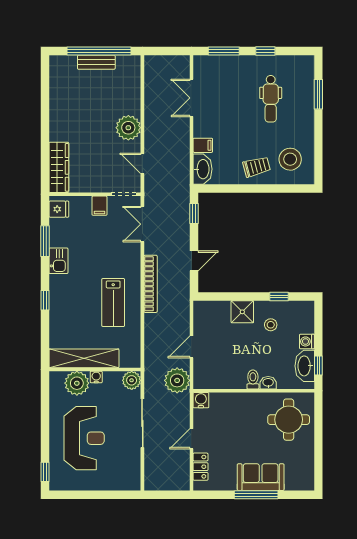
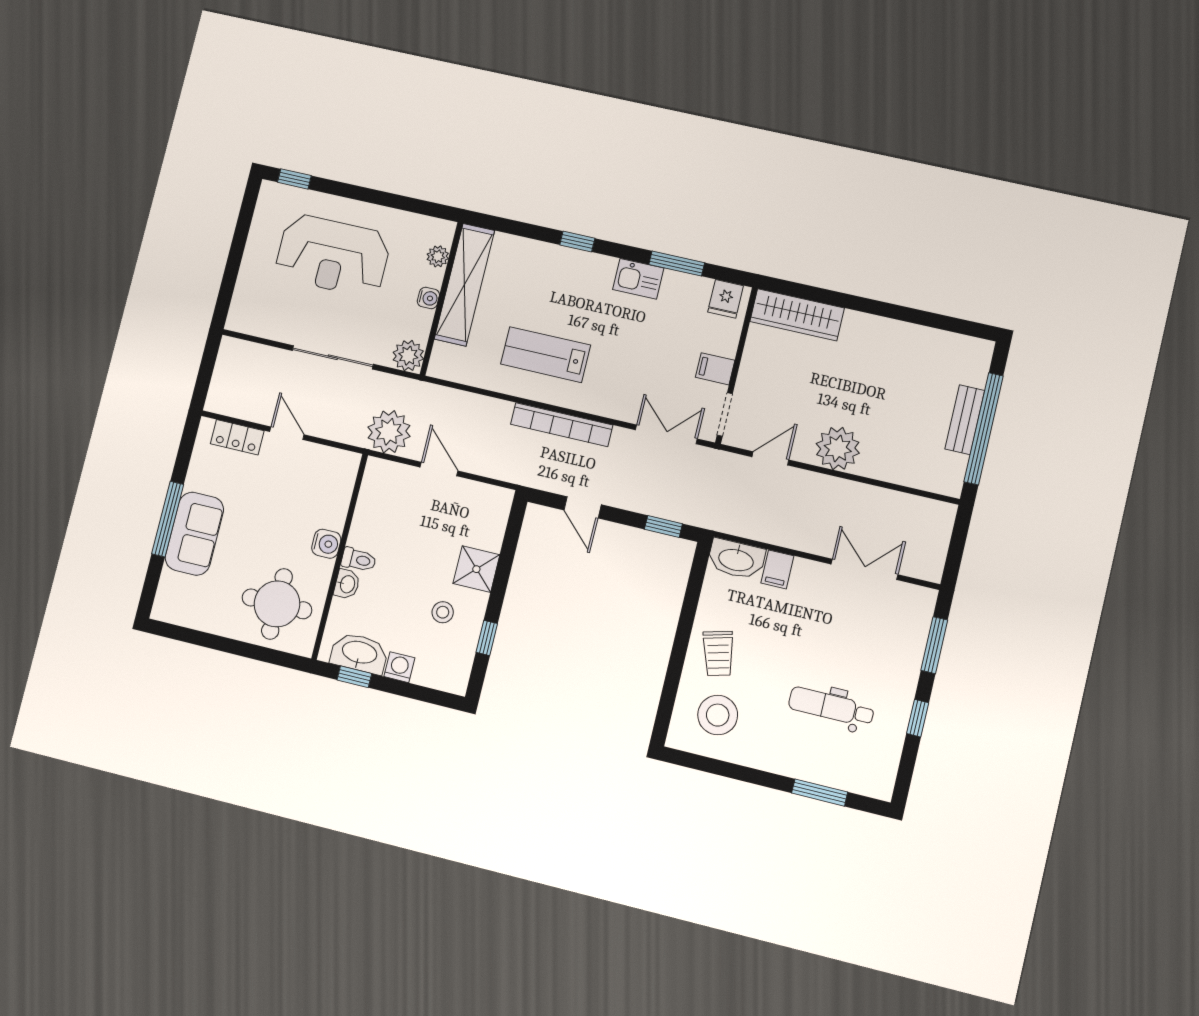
plant: (77, 383) -> (438, 256), width x0.53, depth x0.53
water cooler: (201, 400) -> (326, 544), moved

